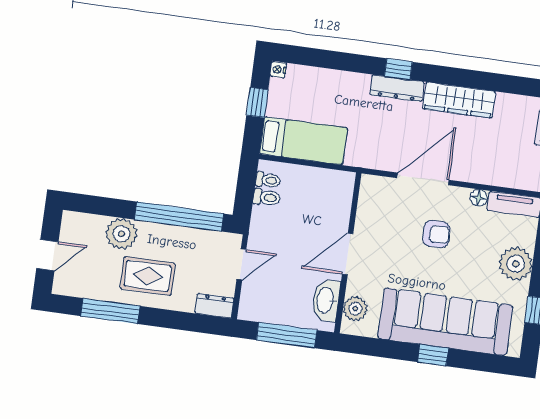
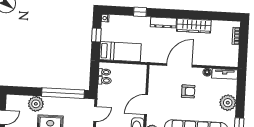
window: (398, 69) -> (140, 12), moved

